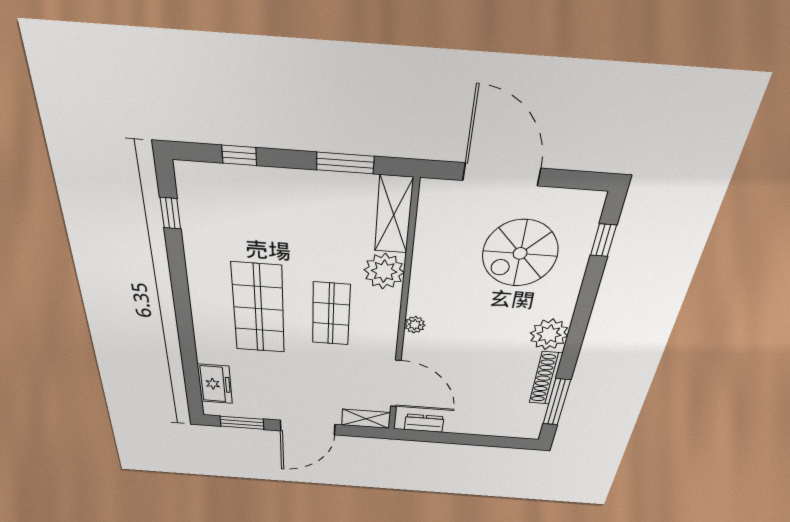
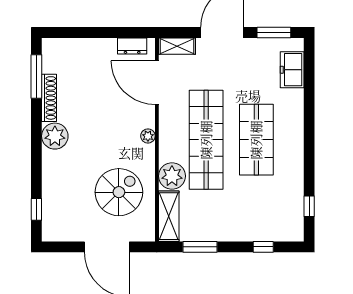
spiral stairs: (520, 253) -> (119, 192), moved
shop shelf: (331, 314) -> (206, 140), width x2.00, depth x1.36

